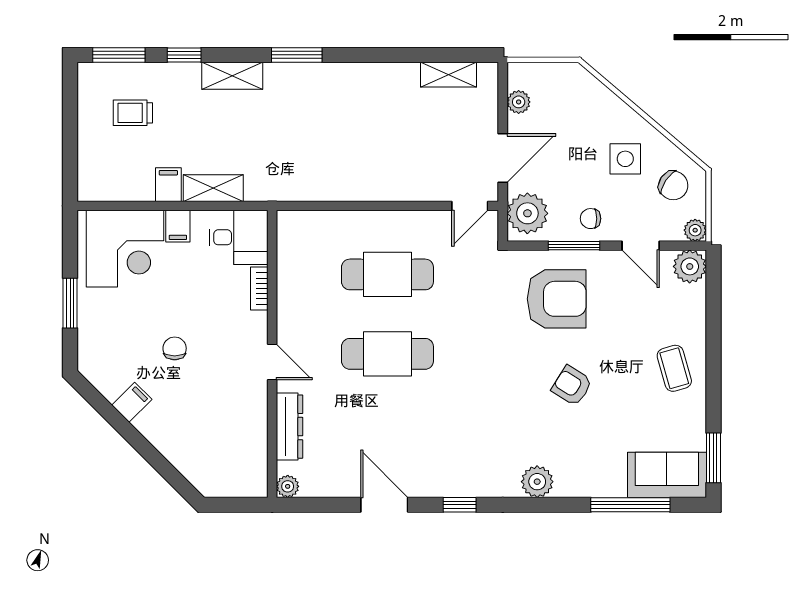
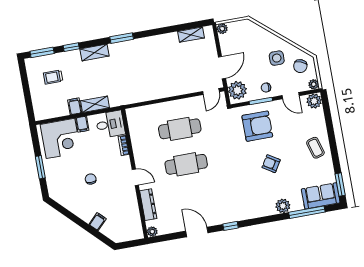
plant: (519, 102) -> (222, 29), moved
chair: (673, 185) -> (300, 66), turned 78
filing cabinet: (132, 402) -> (98, 222), moved
plant: (537, 482) -> (283, 206), moved

